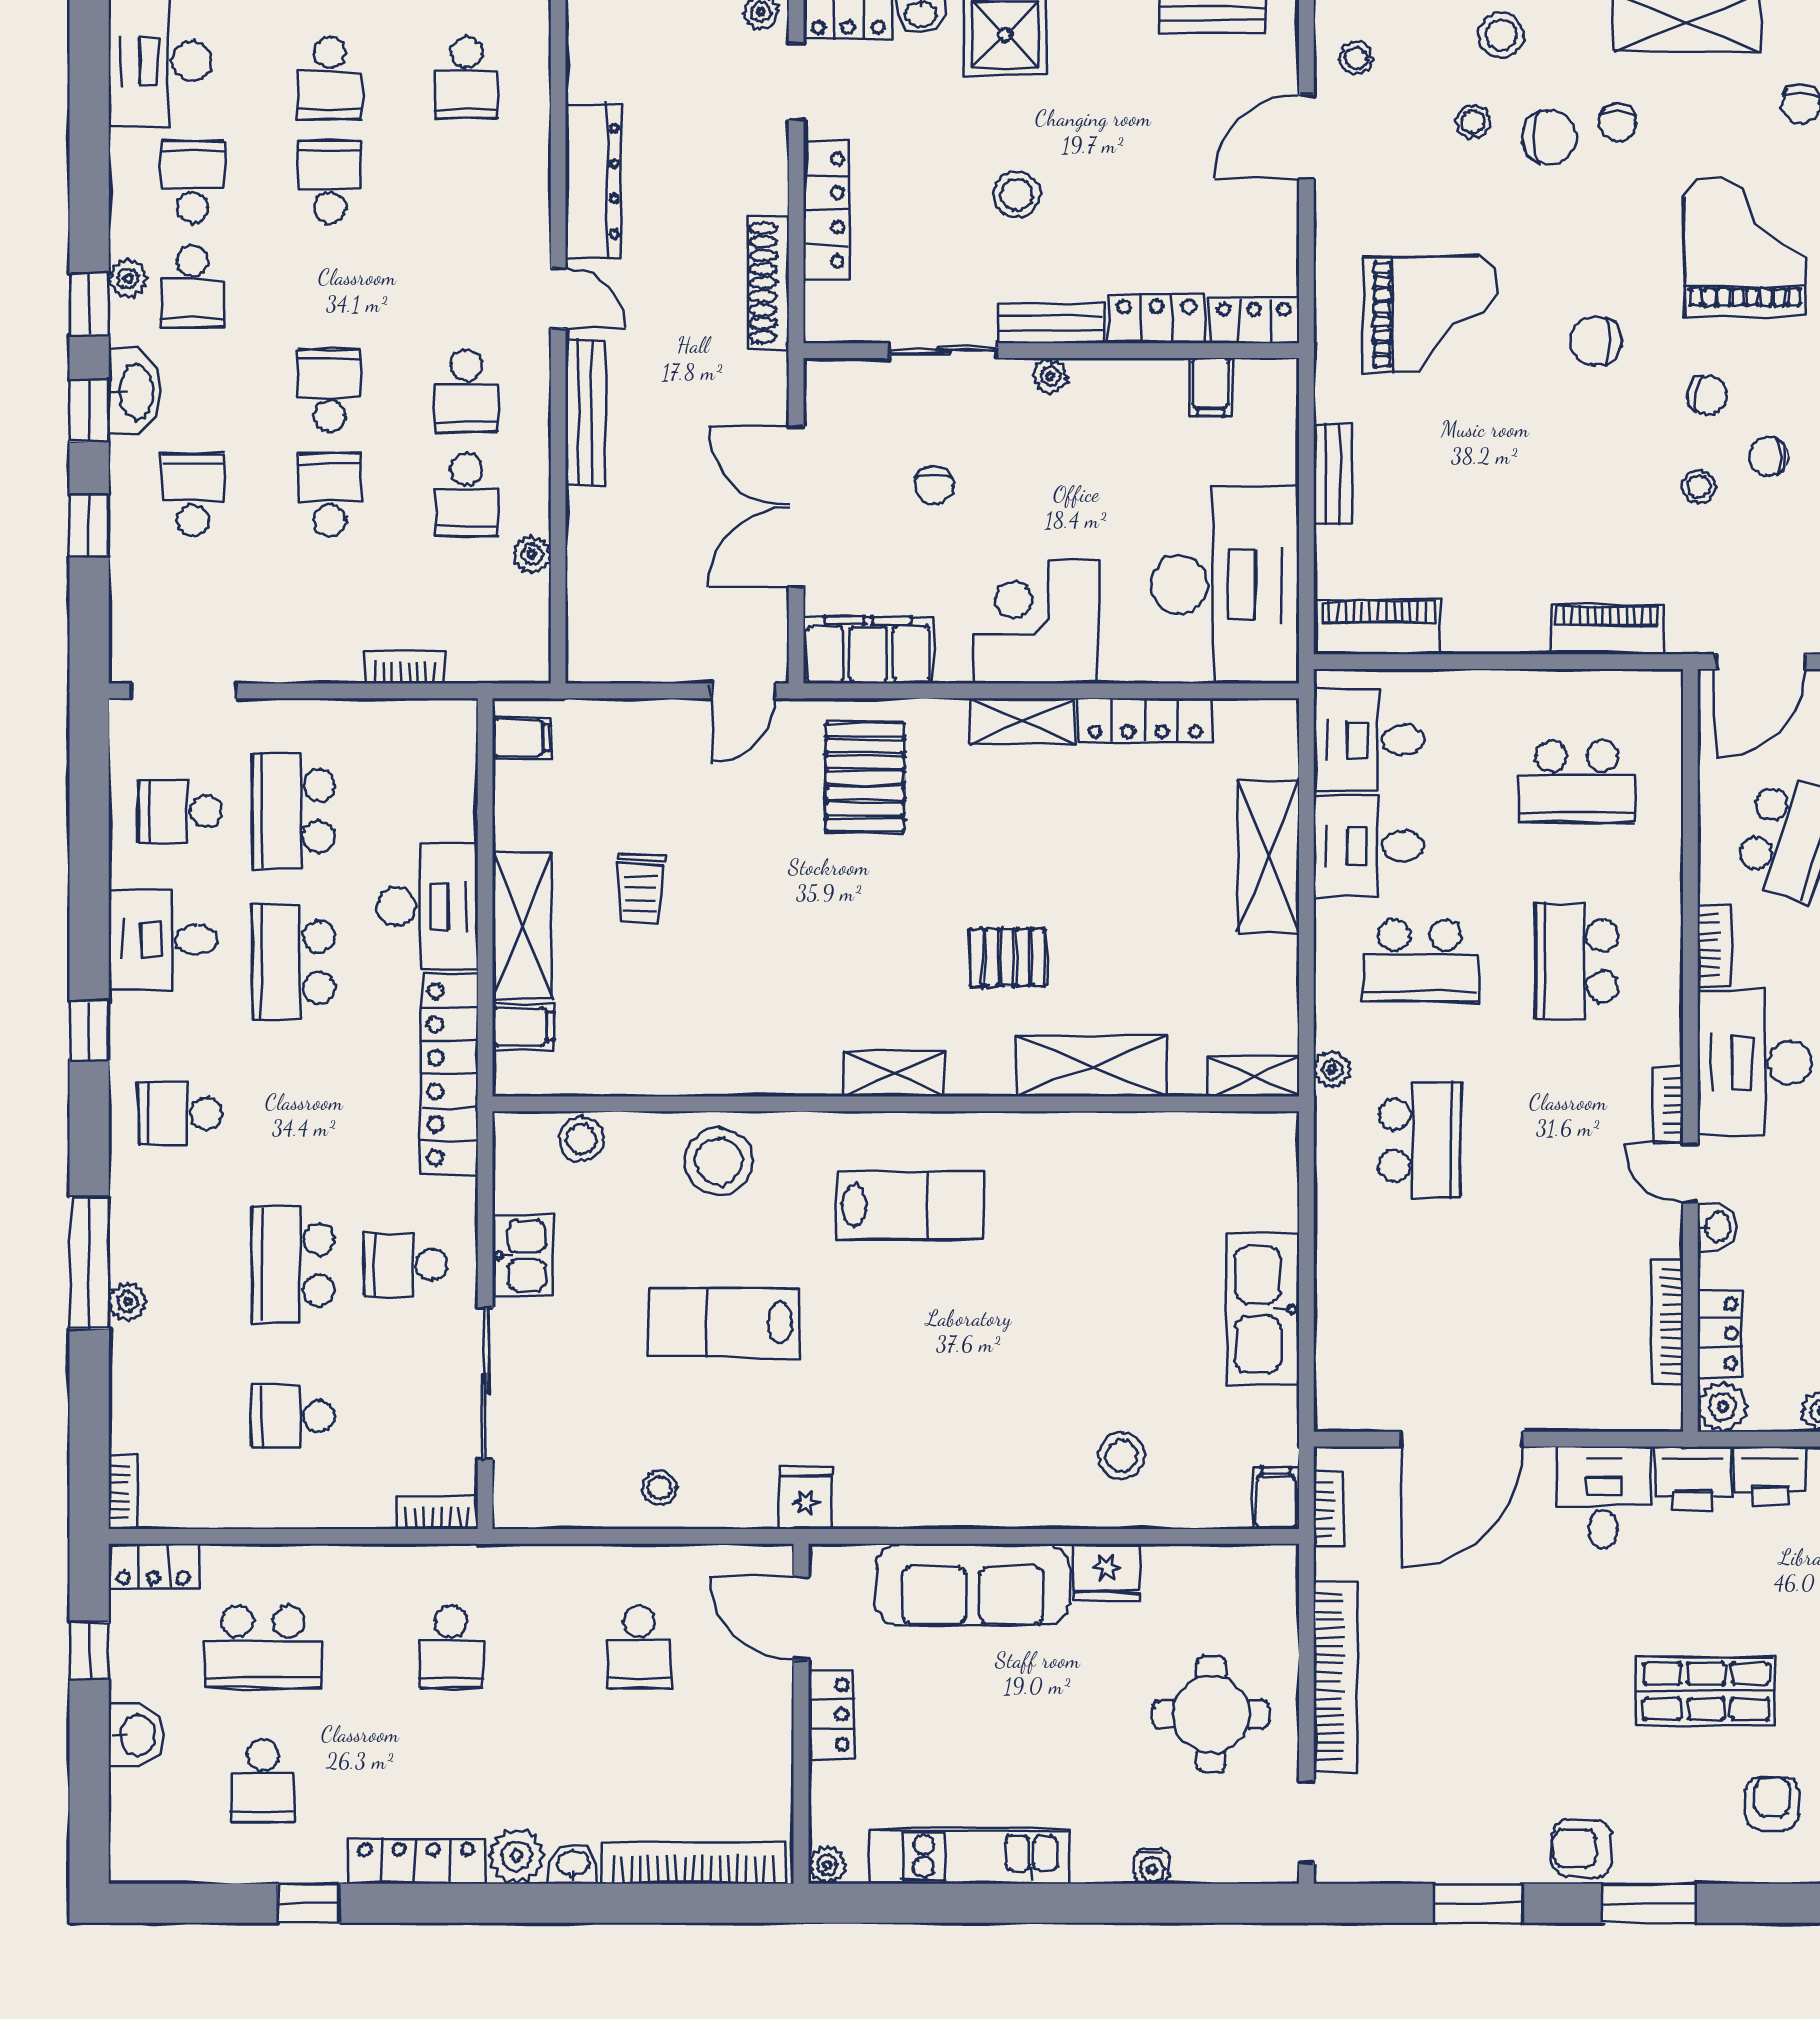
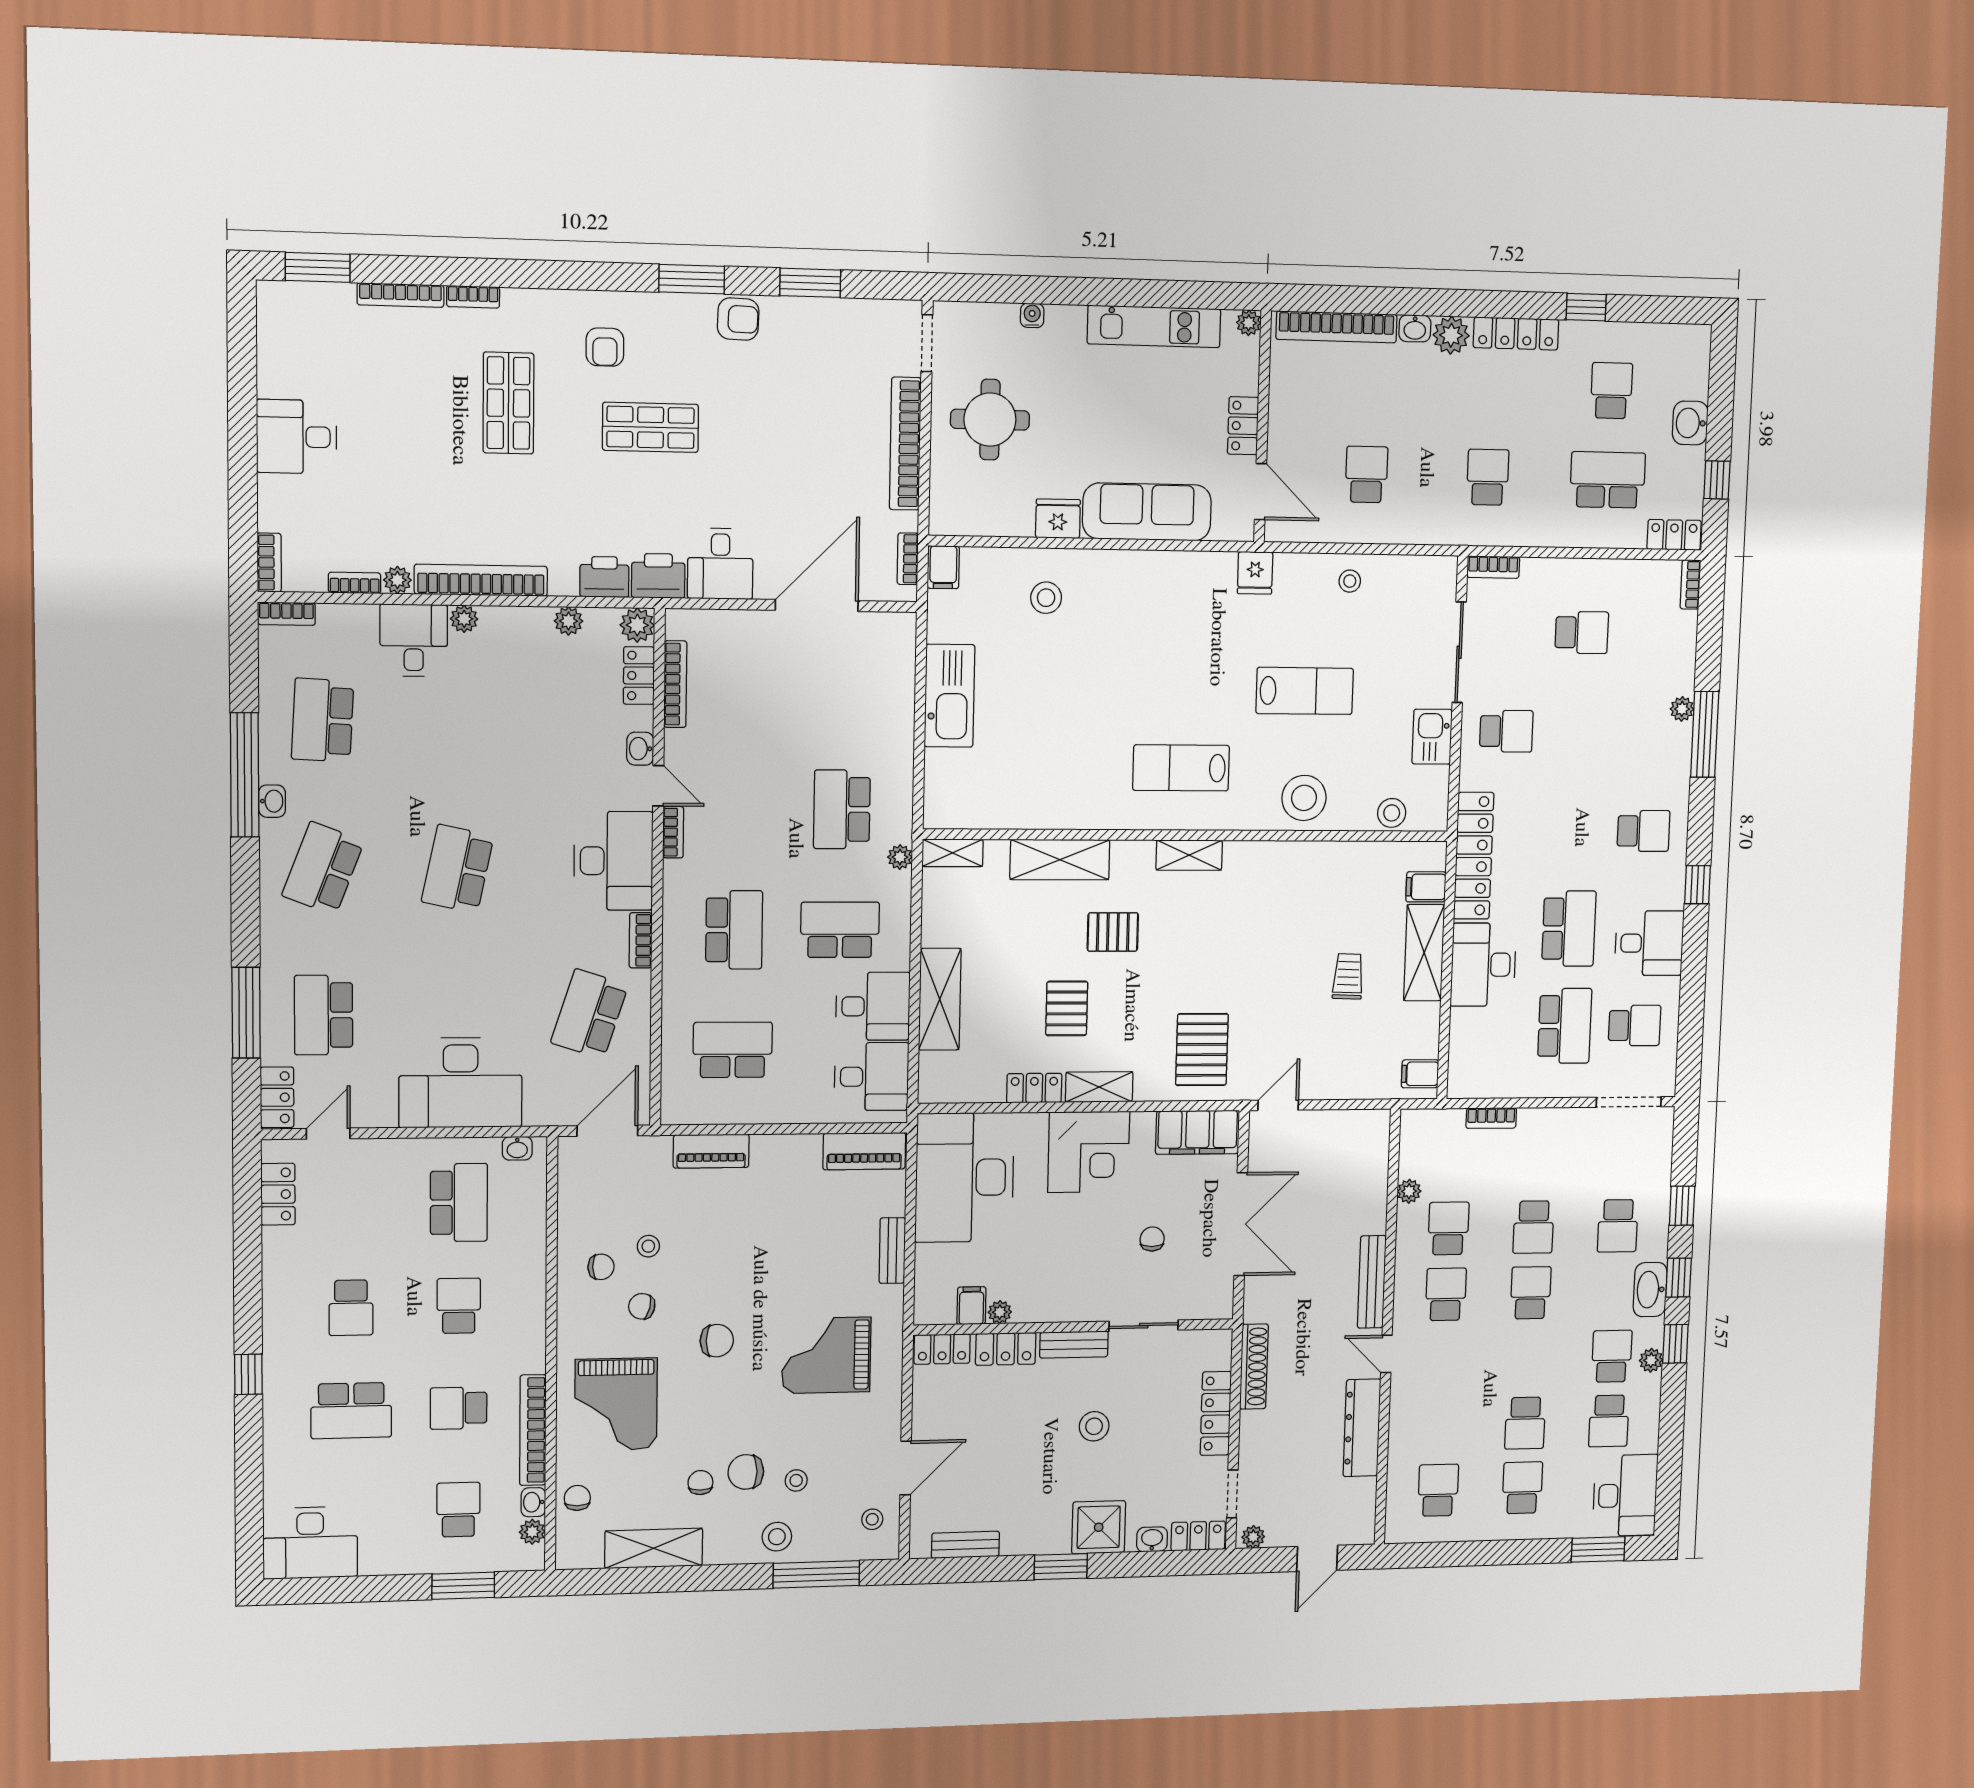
plant: (1050, 376) -> (1000, 1312), moved
school desk: (330, 391) -> (1531, 1293), turned 180
locker: (1145, 720) -> (1034, 1088), width x0.66
pallet: (1075, 841) -> (1067, 1008), added
school desk: (293, 1265) -> (1577, 732), removed

